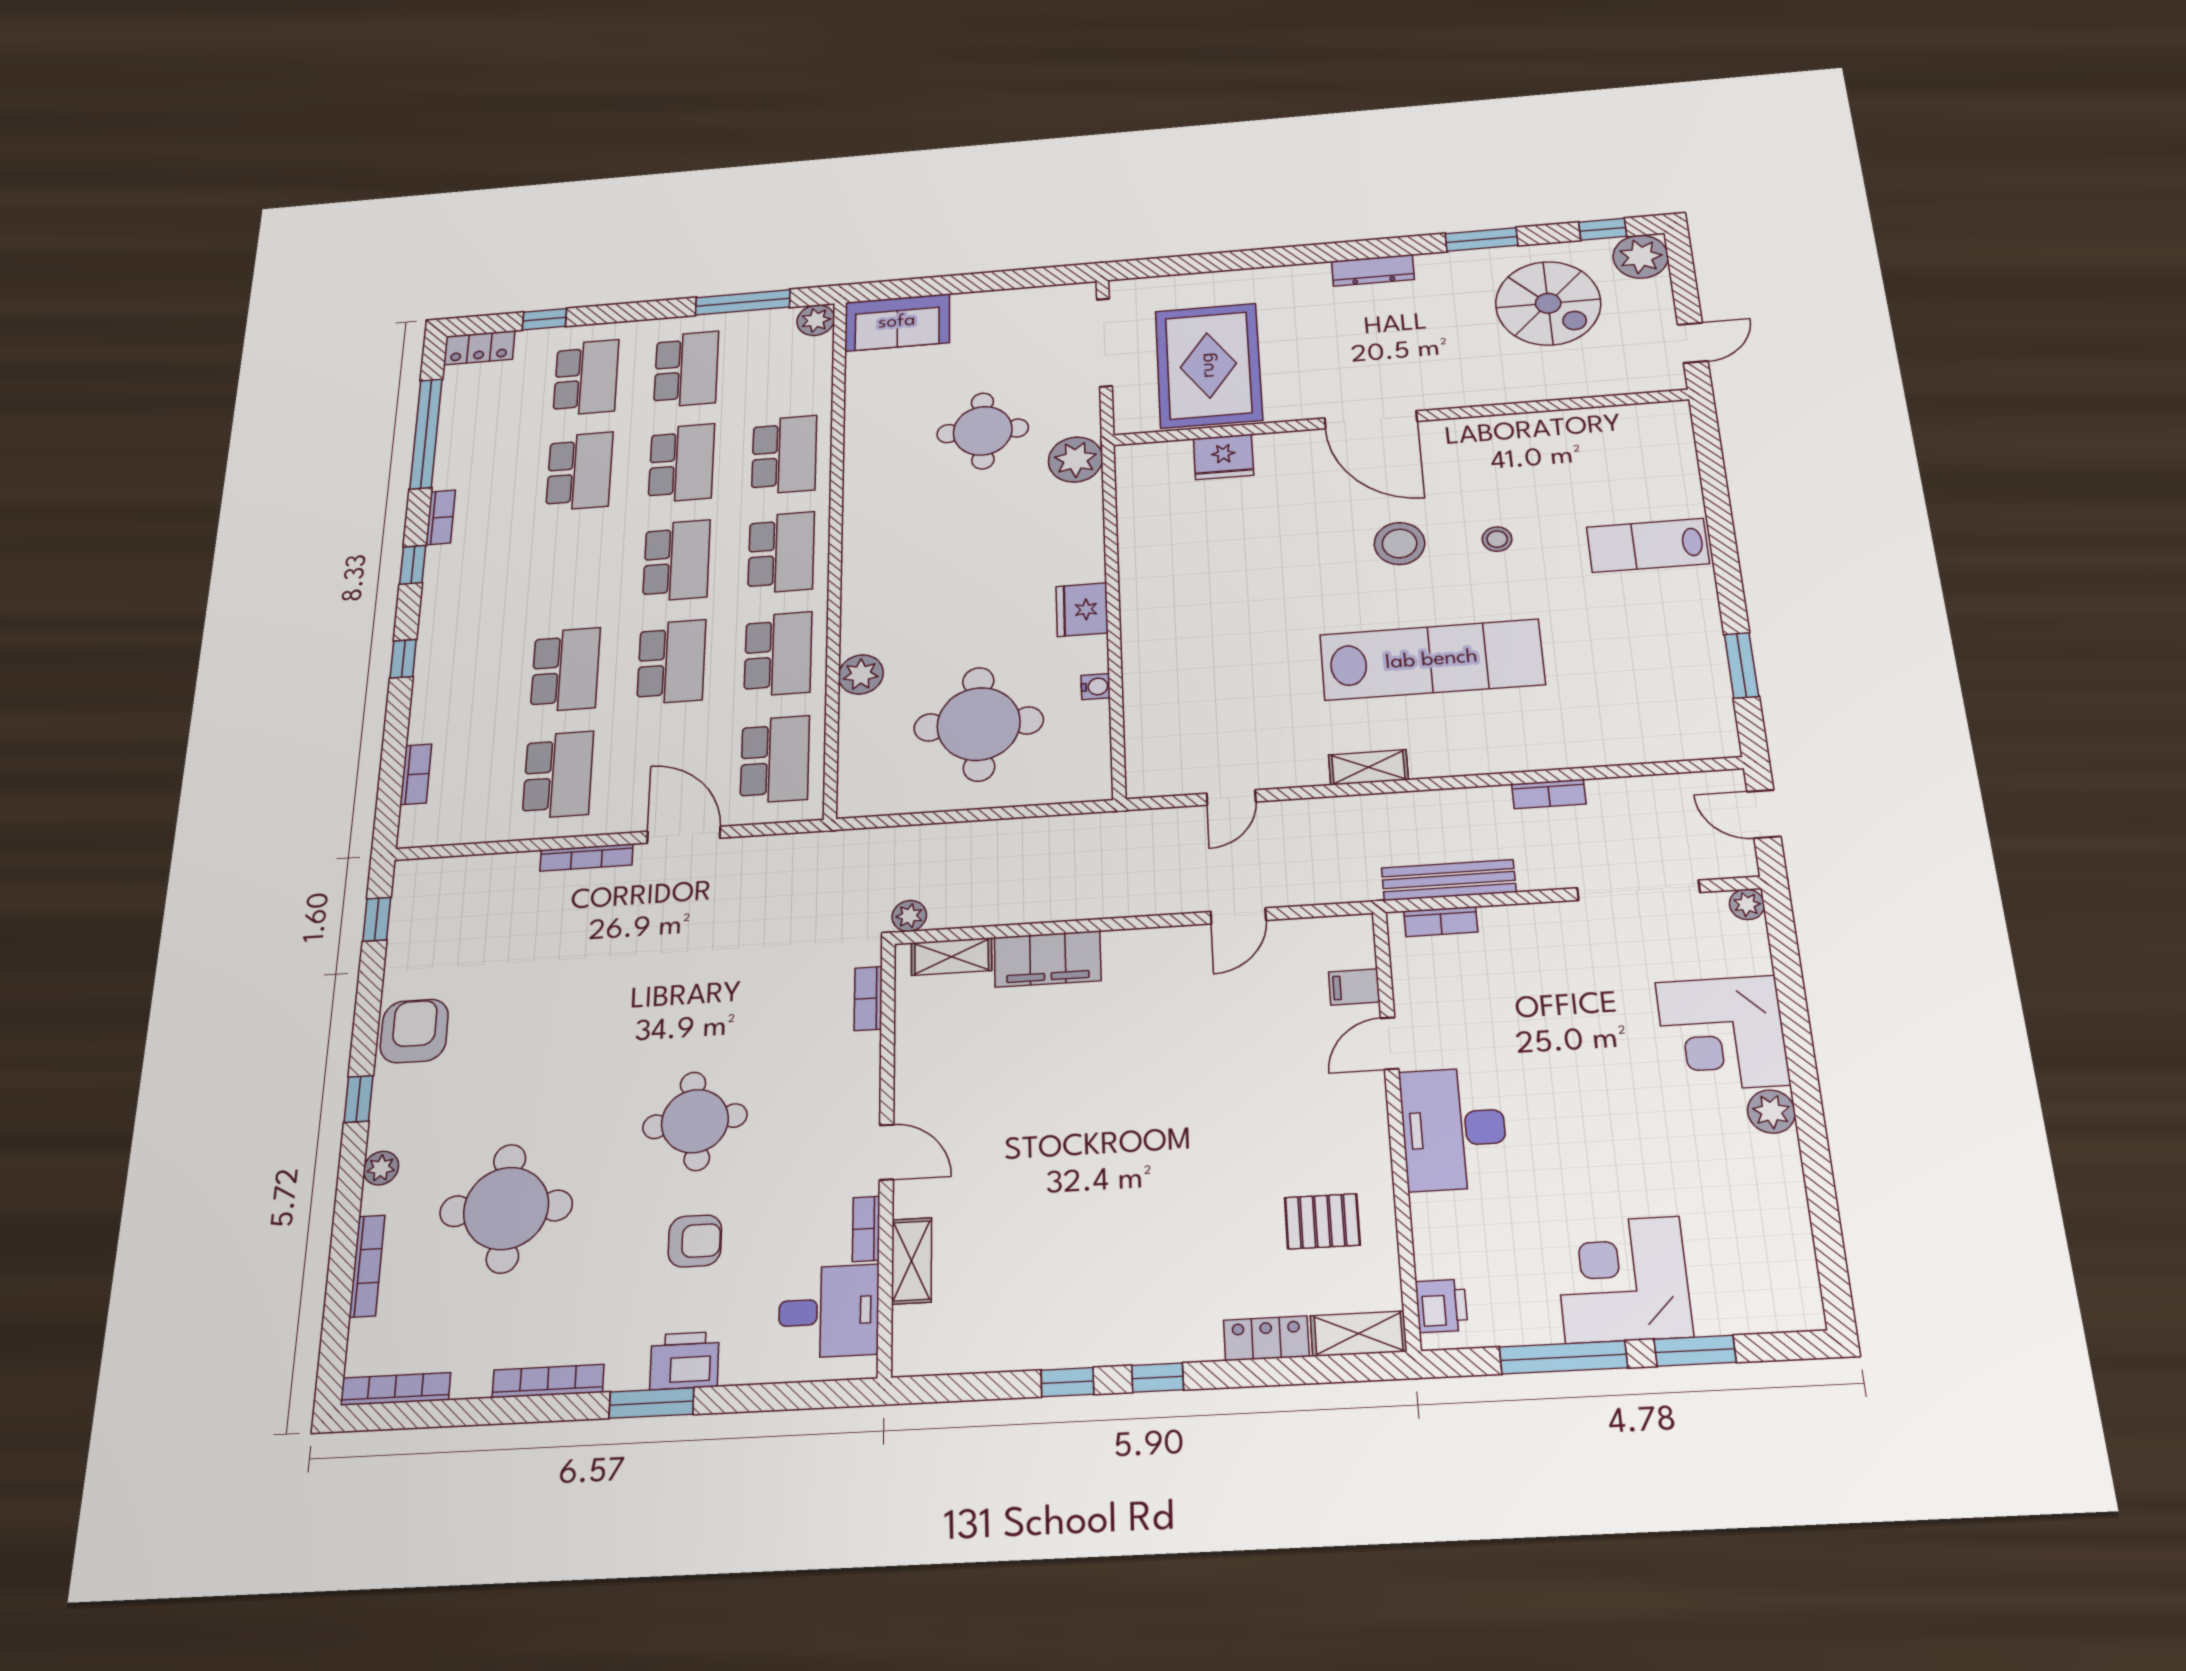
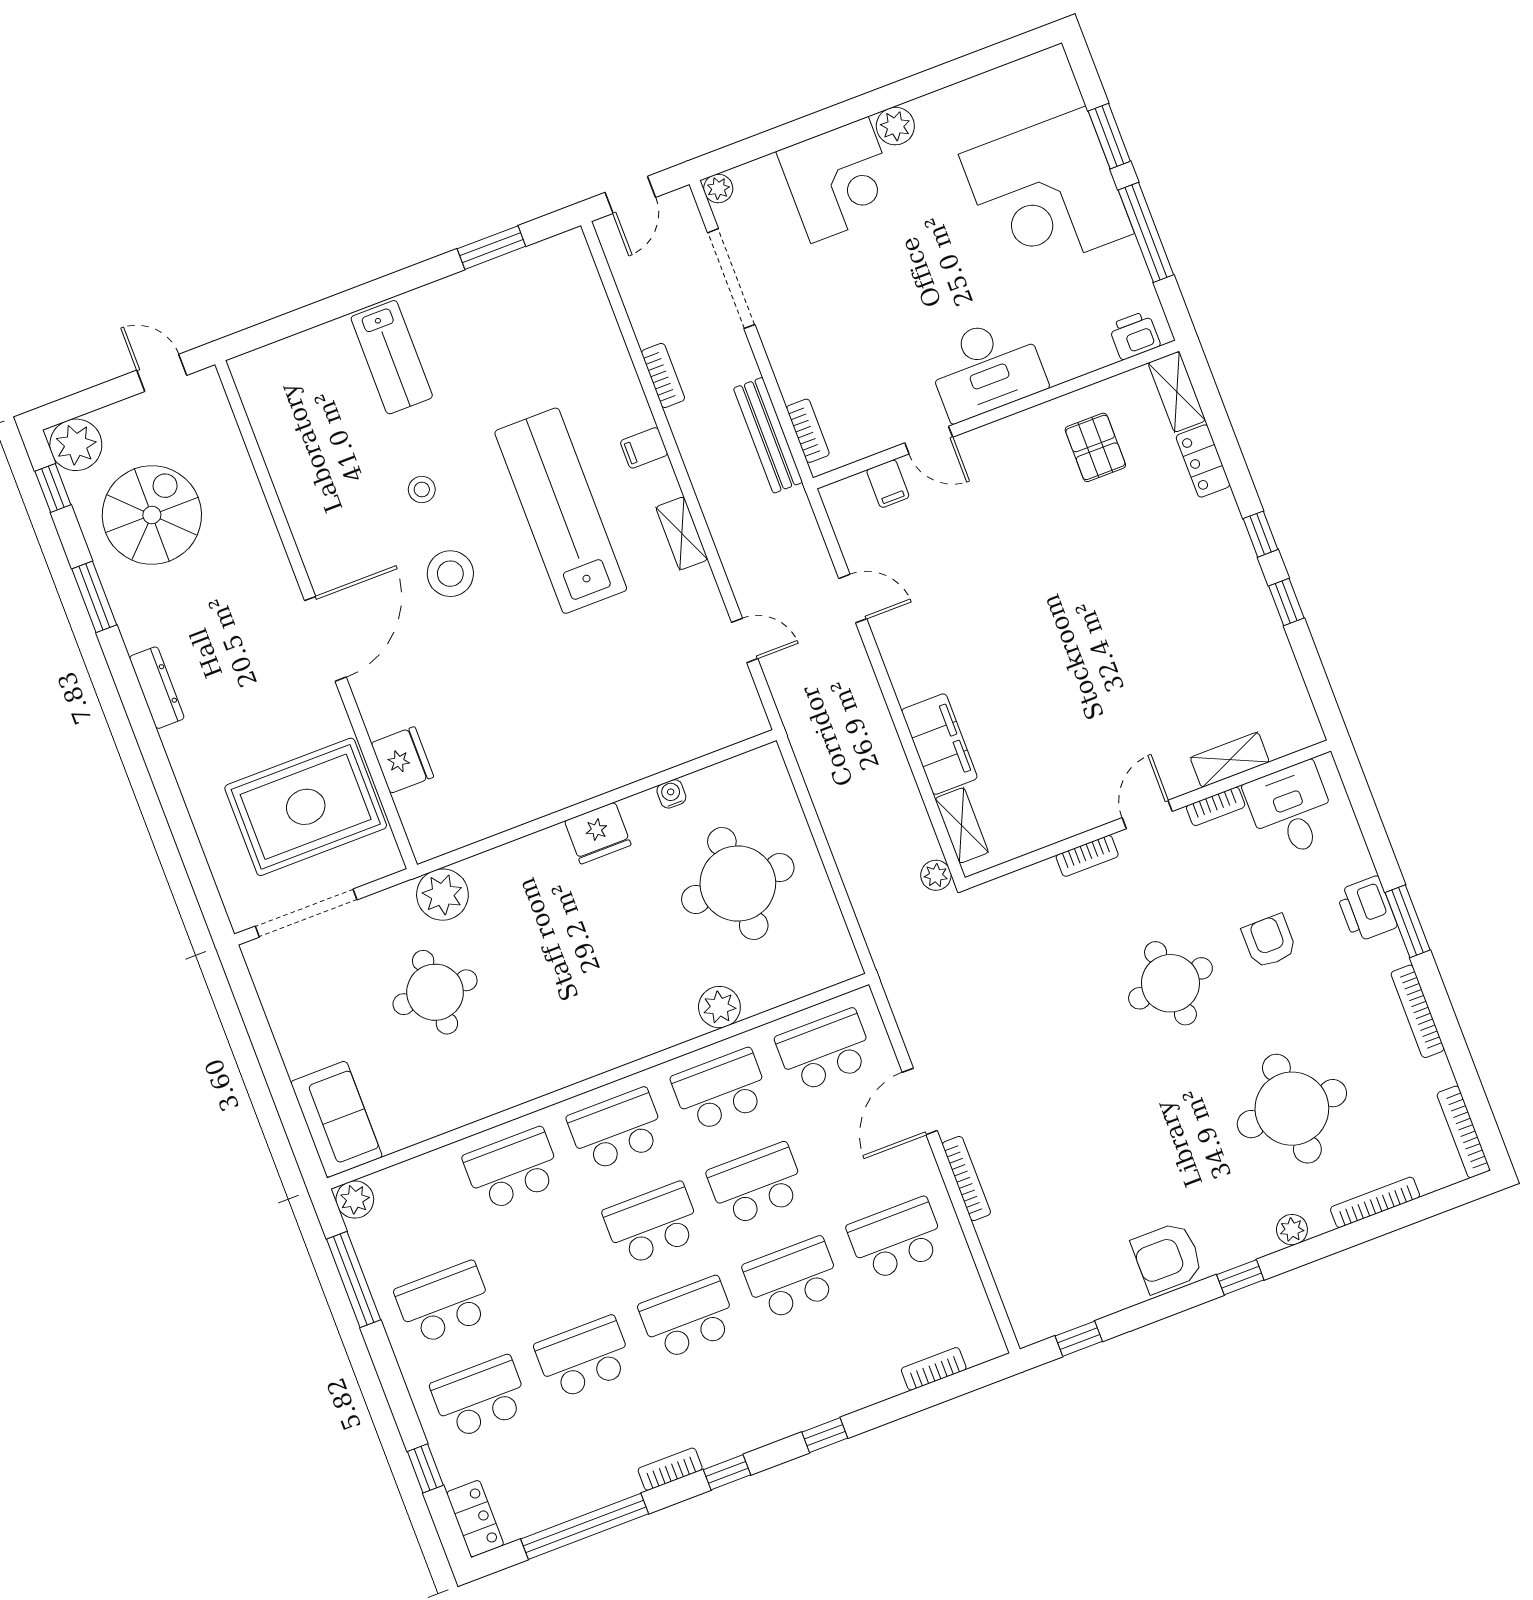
school desk: (682, 463) -> (688, 1318), moved
filing cabinet: (1474, 755) -> (644, 448), added
bookcase: (868, 999) -> (1087, 856), moved
corner desk: (1623, 1279) -> (1046, 194), width x1.36, depth x1.36

